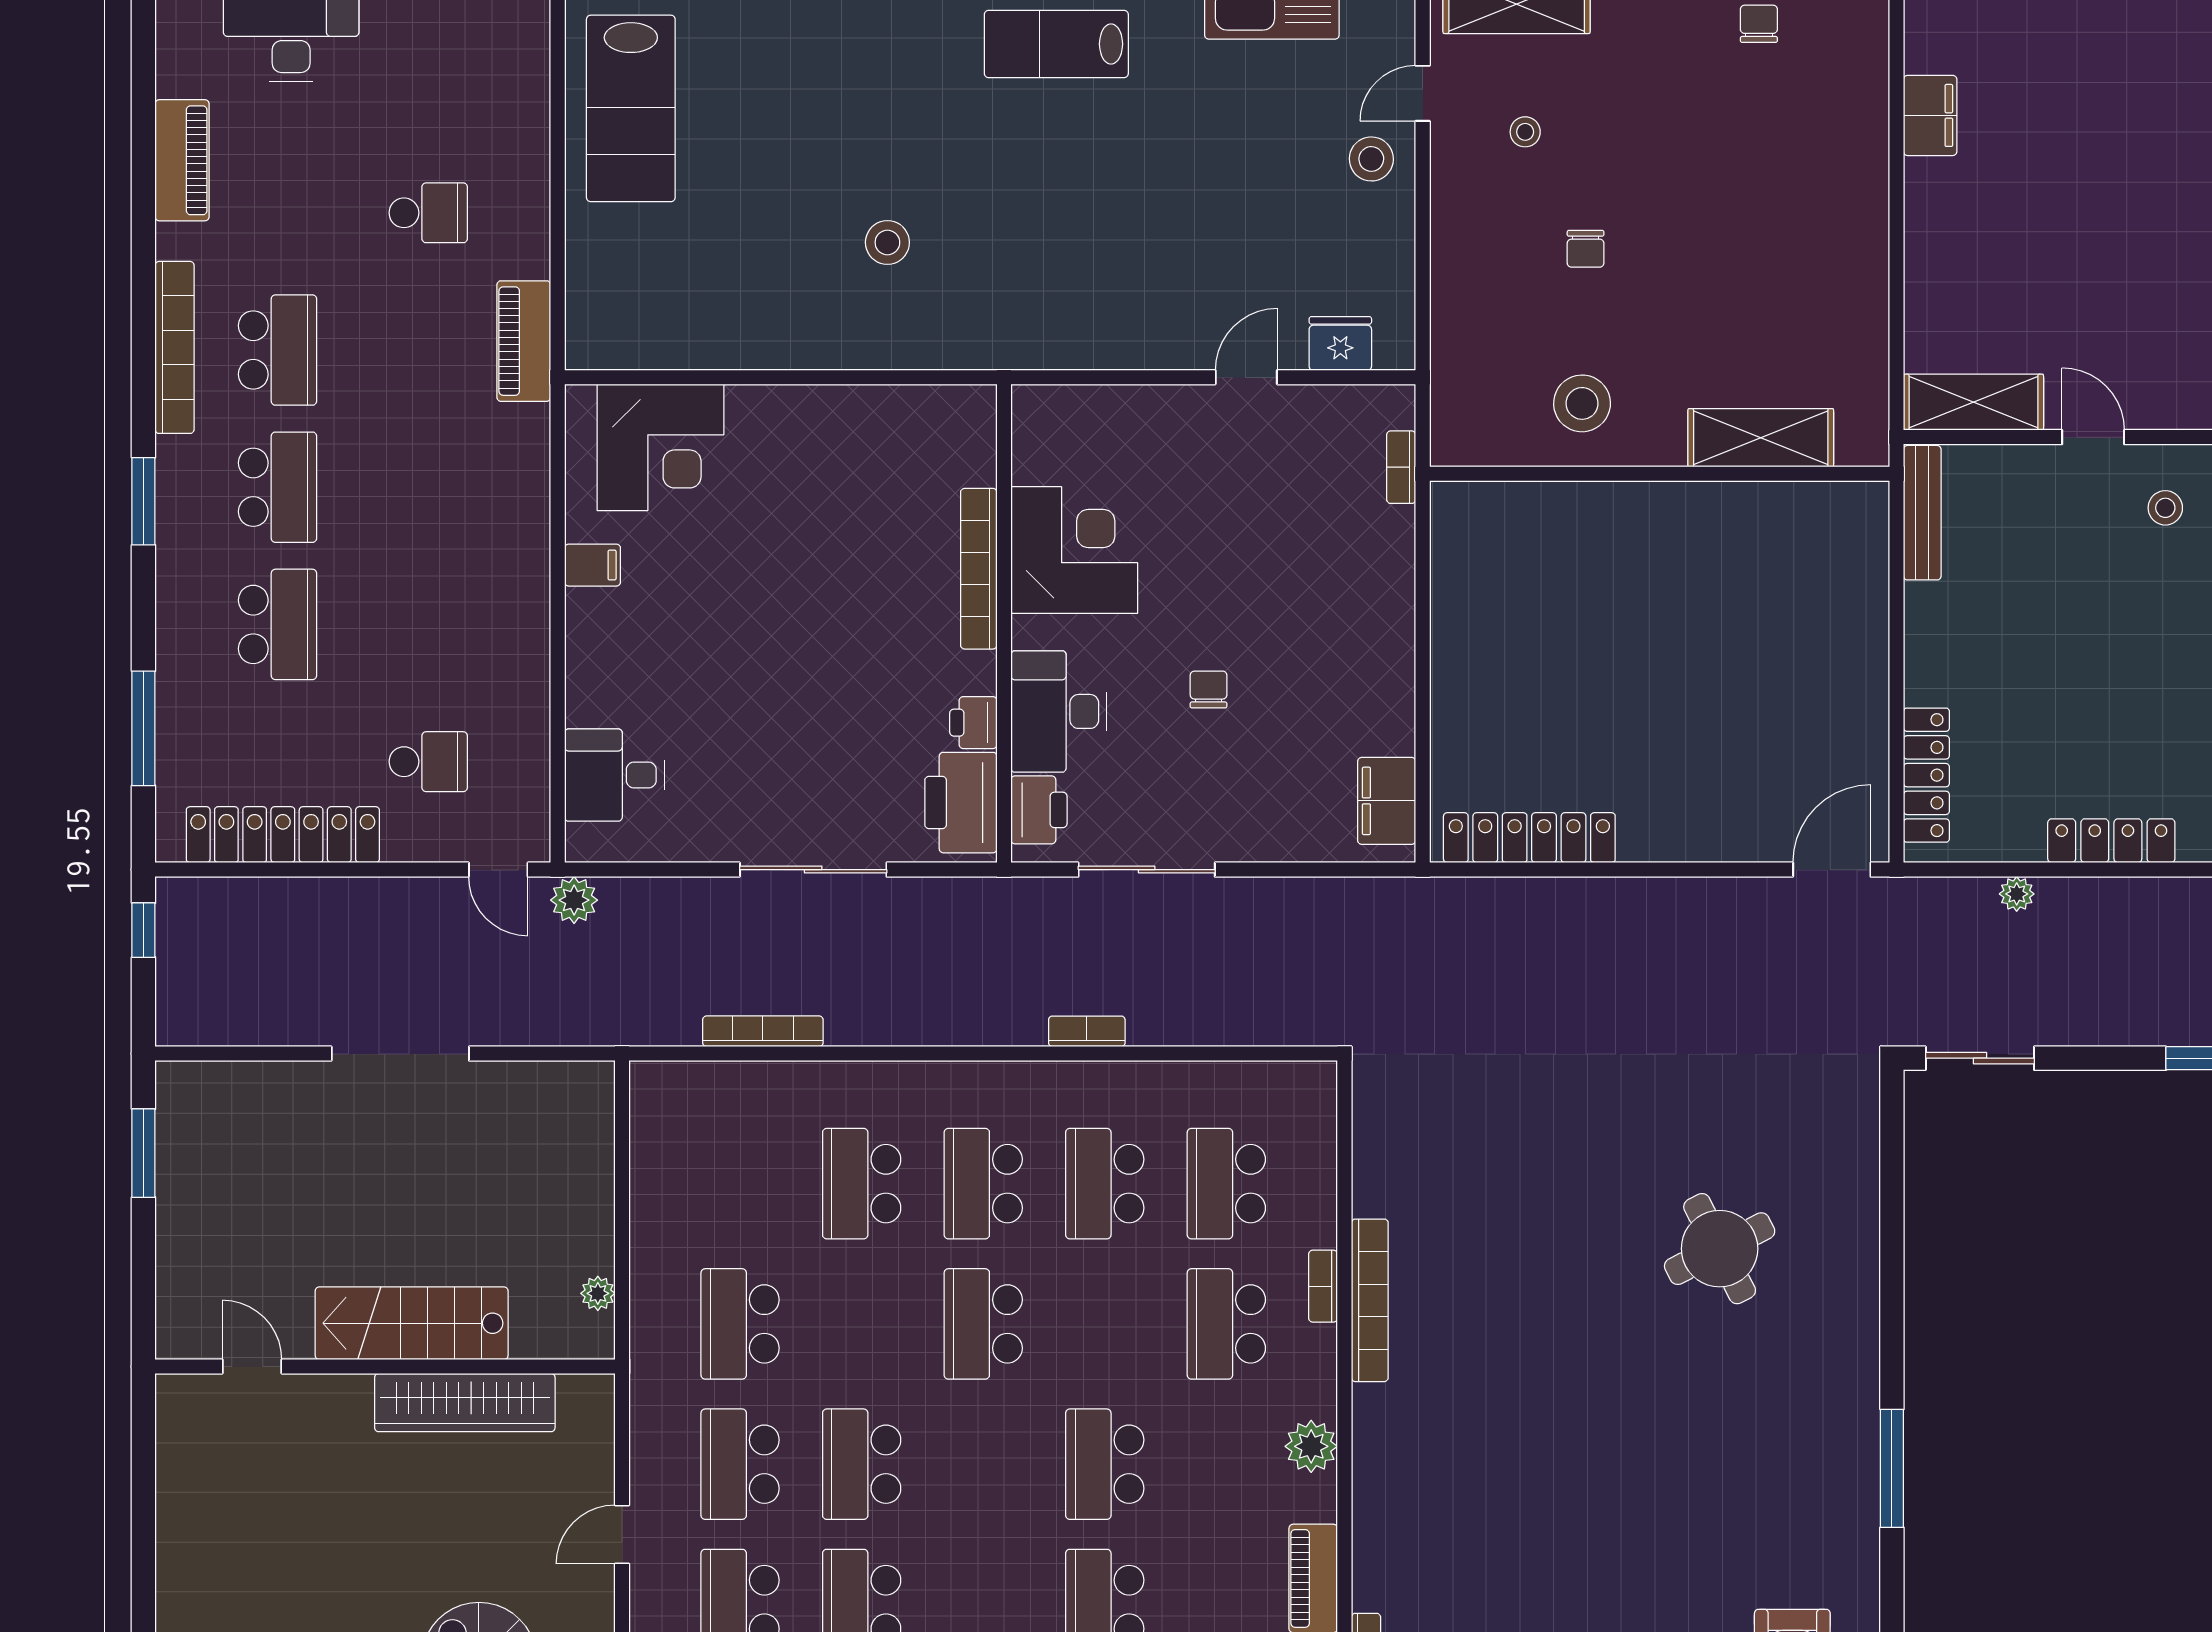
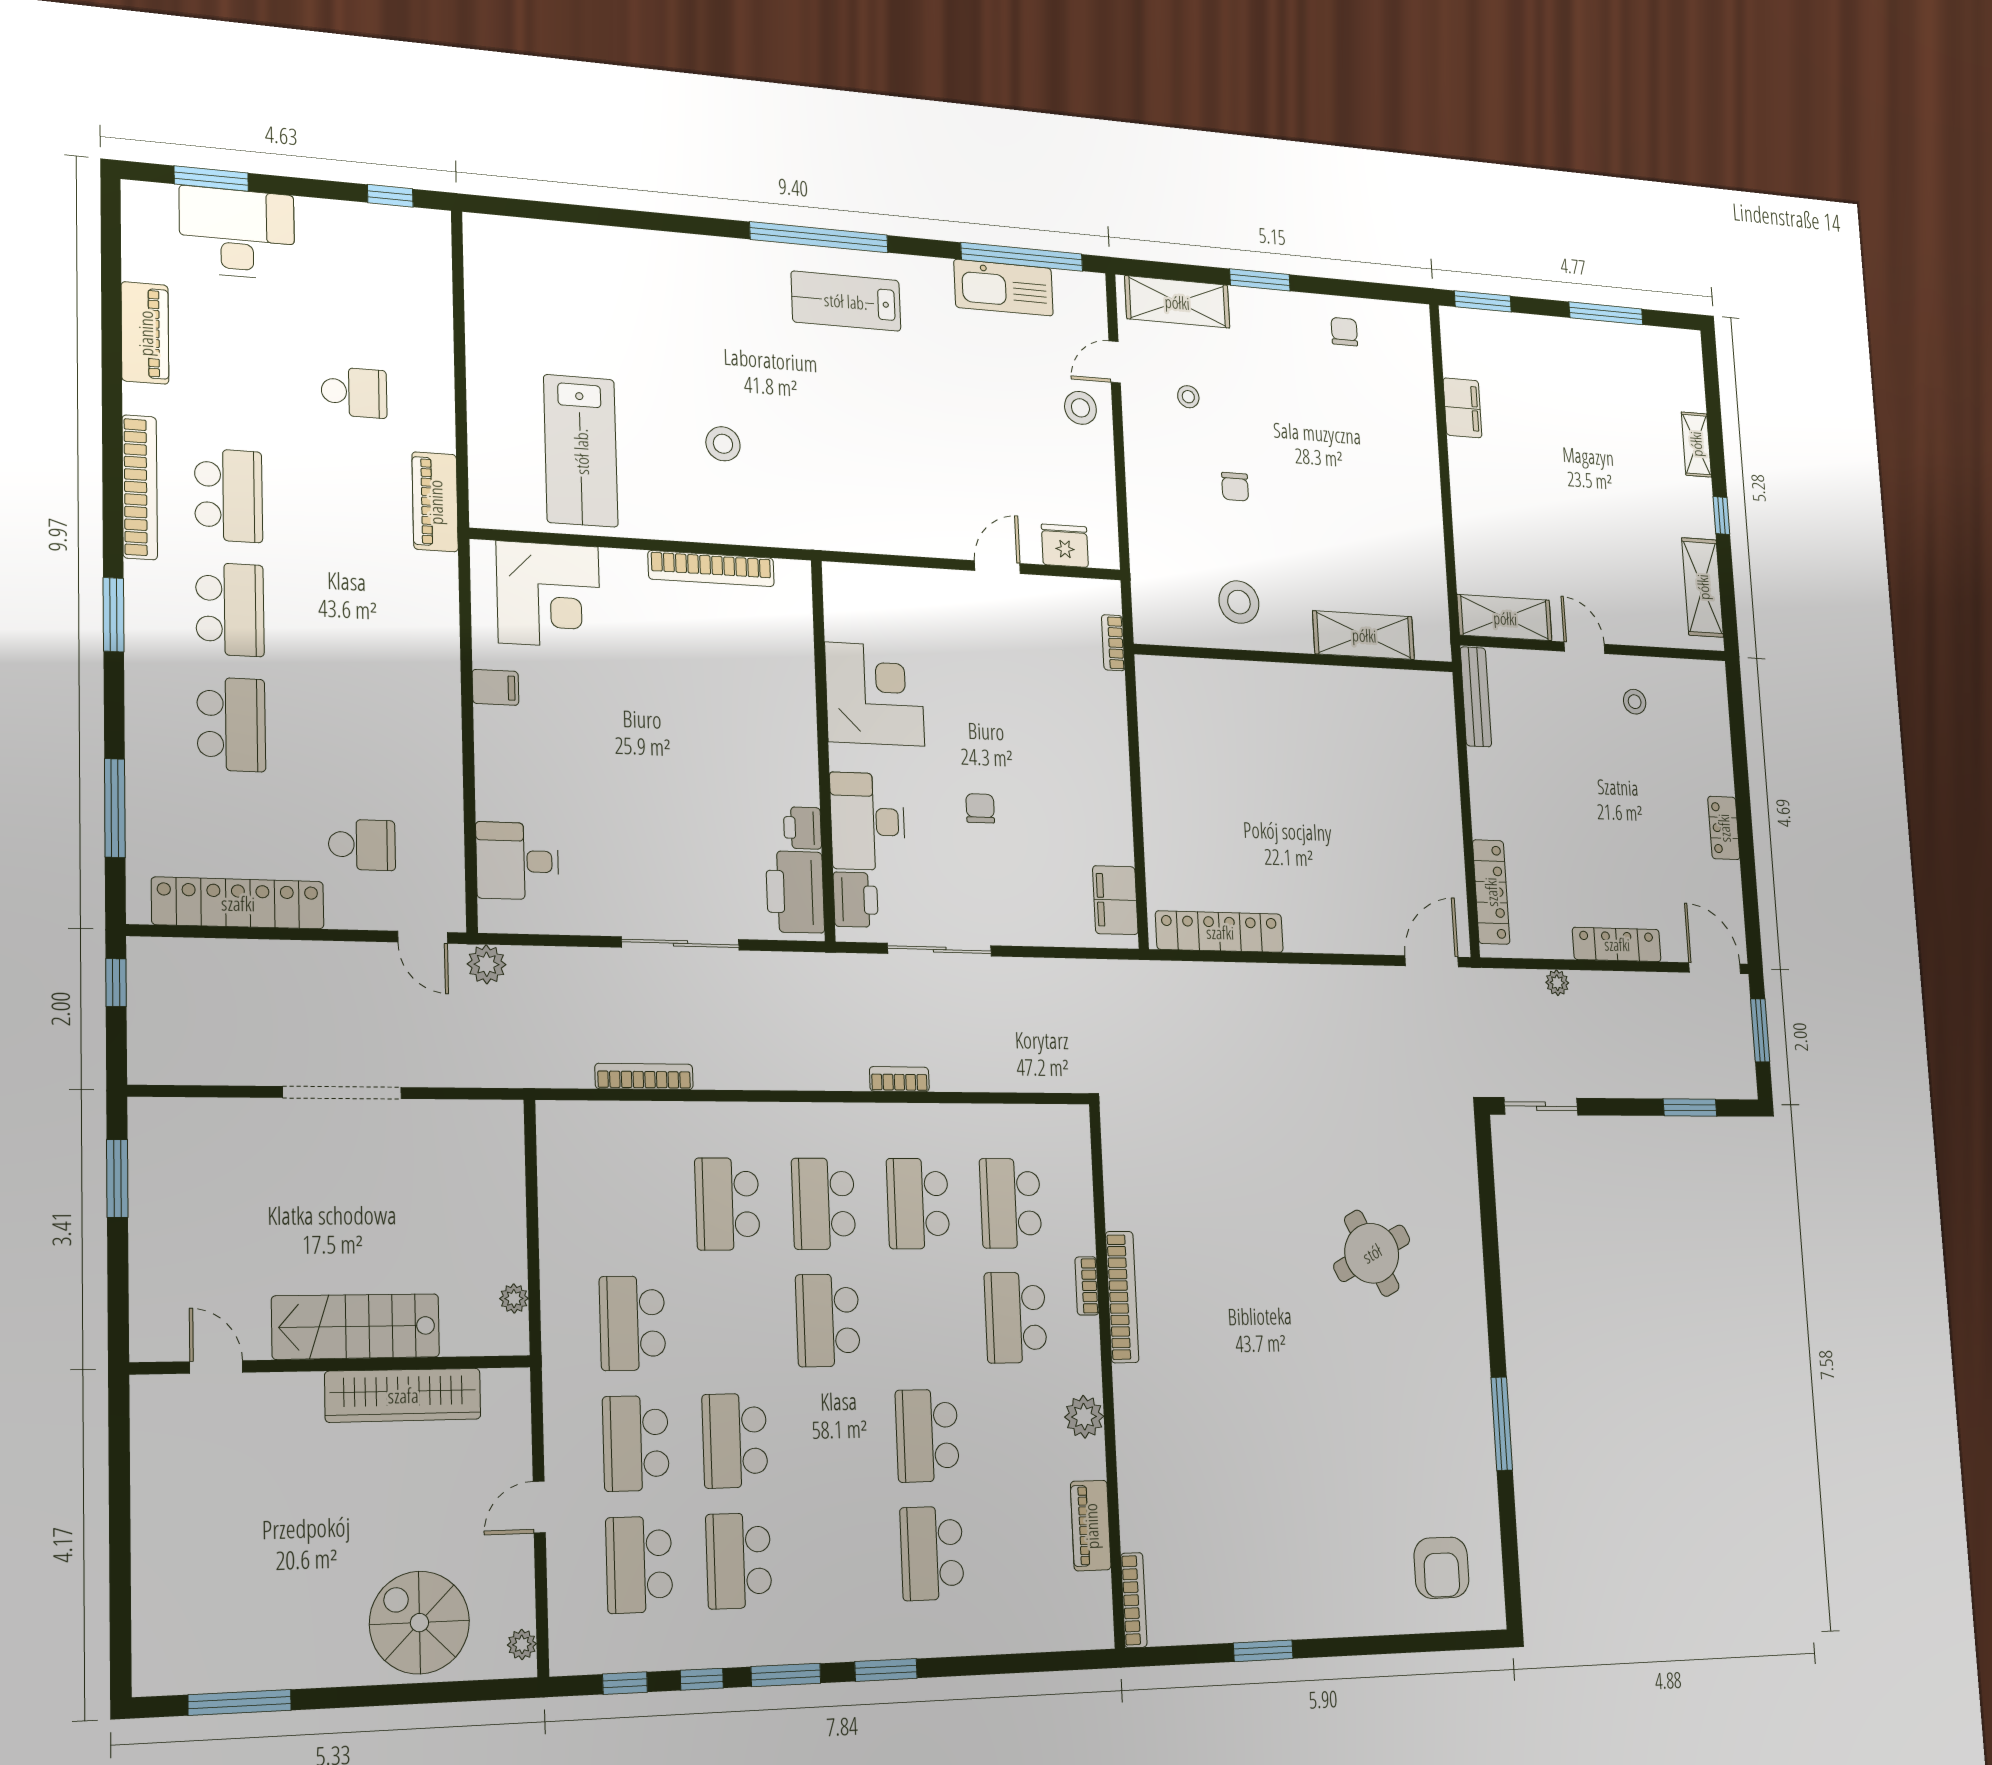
lab bench: (631, 108) -> (581, 451), moved
bookcase: (979, 569) -> (711, 569), moved, turned -90

